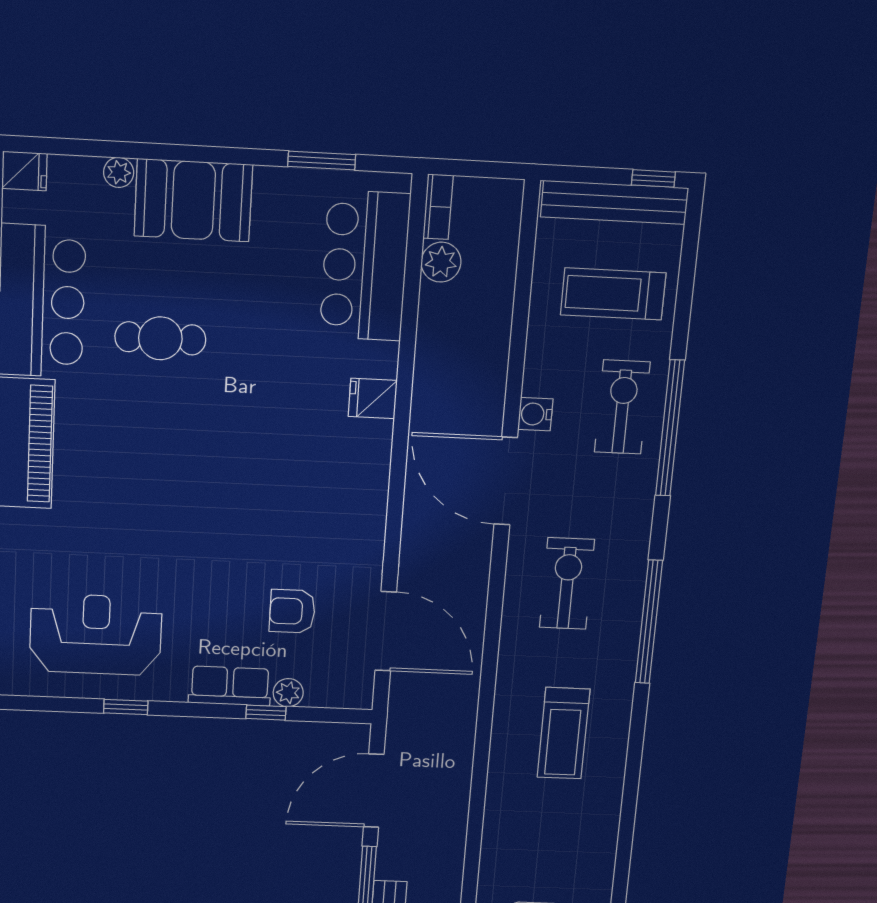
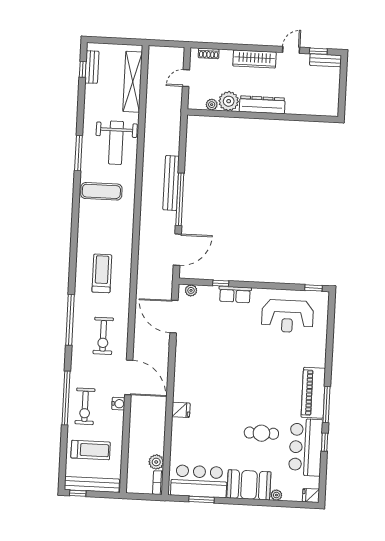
bar counter: (365, 266) -> (199, 481), moved, turned -90
armchair: (292, 611) -> (211, 325), removed
plant: (288, 693) -> (191, 290), moved
window: (126, 707) -> (314, 288), moved

